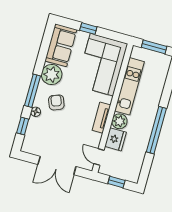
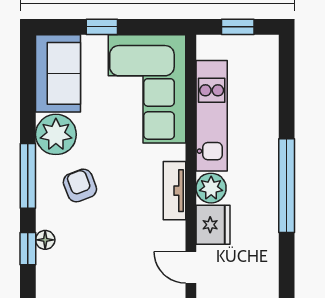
window: (154, 47) -> (238, 27), width x0.67
floor lamp: (36, 112) -> (45, 240), moved

